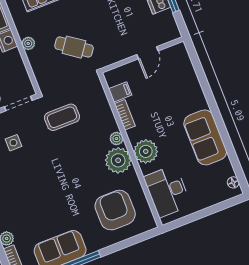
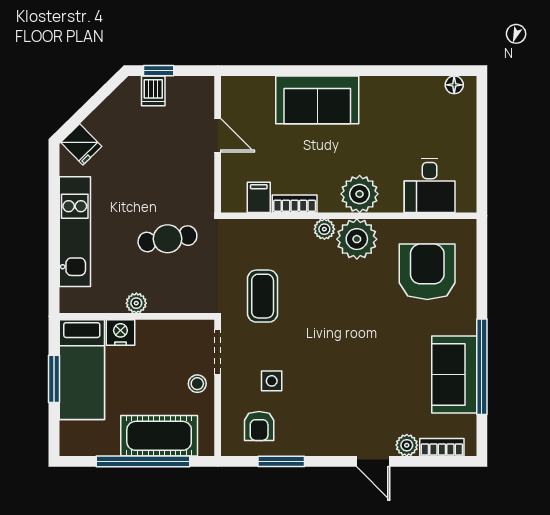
cafe table: (74, 47) -> (167, 239), turned 45
sofa: (205, 137) -> (317, 100), moved
desk: (167, 191) -> (430, 185), width x0.73
armchair: (115, 210) -> (427, 272), turned 90

